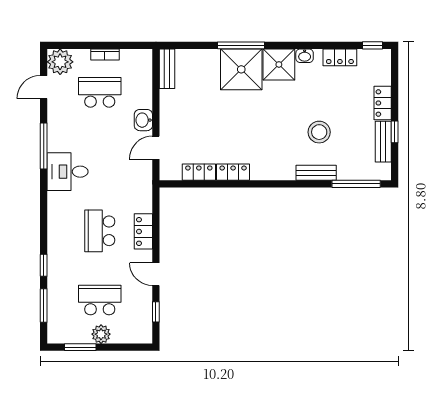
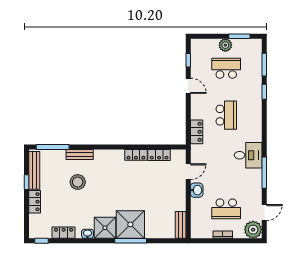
bench: (383, 142) -> (34, 170), width x1.36
locker: (143, 231) -> (197, 132), moved
school desk: (100, 300) -> (226, 68), turned 180

